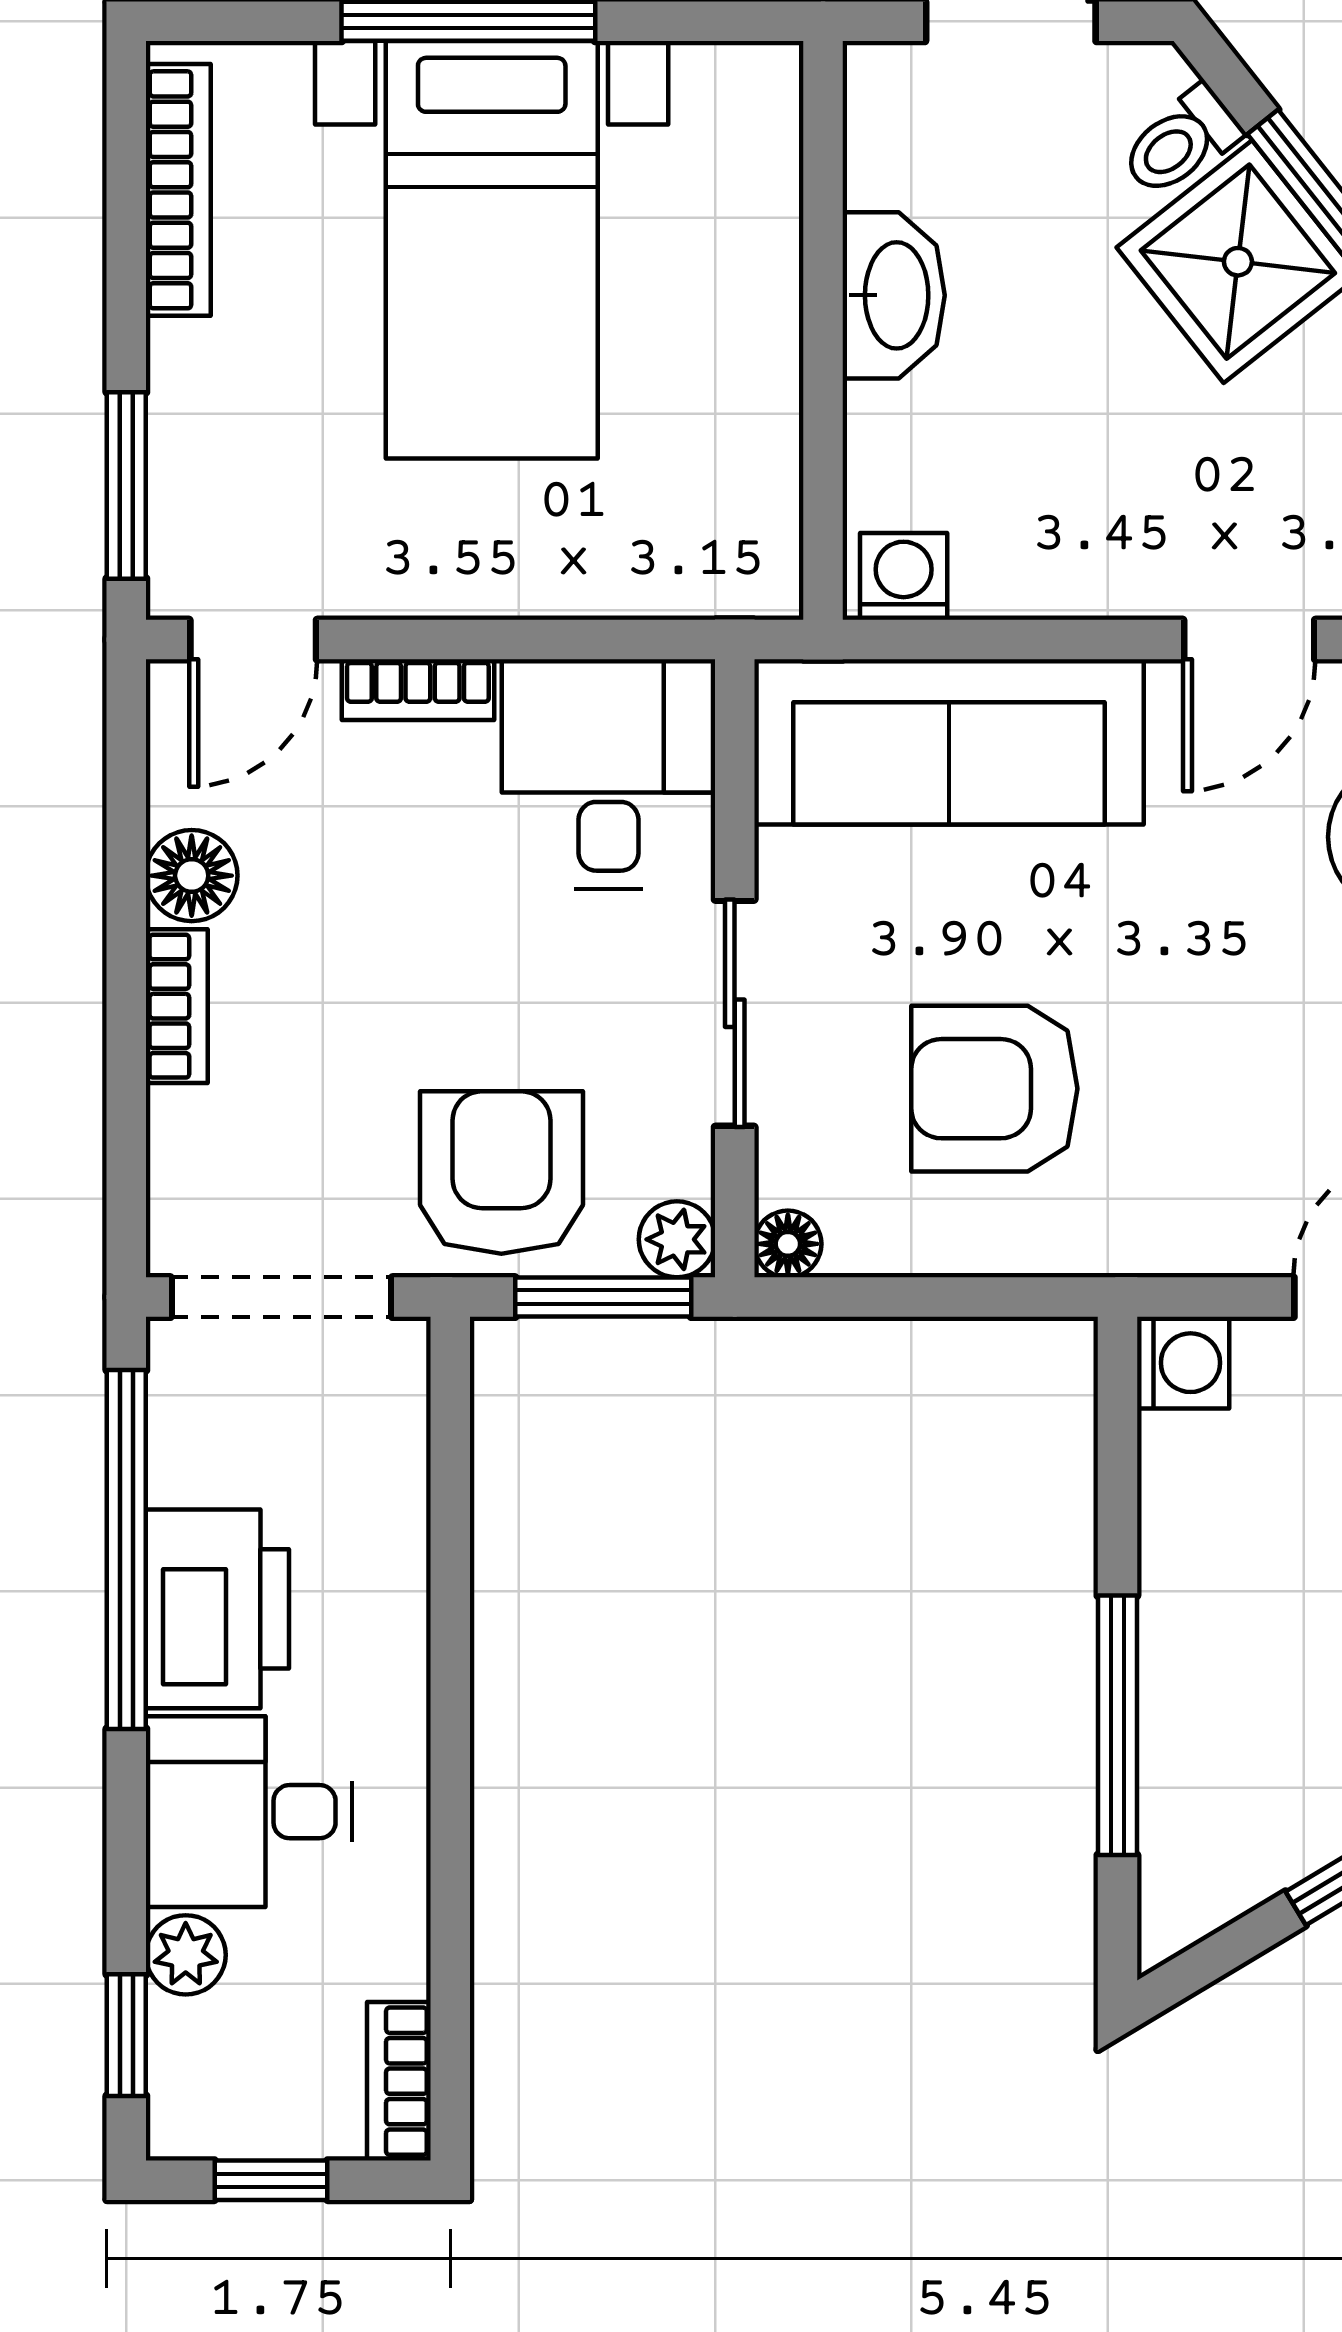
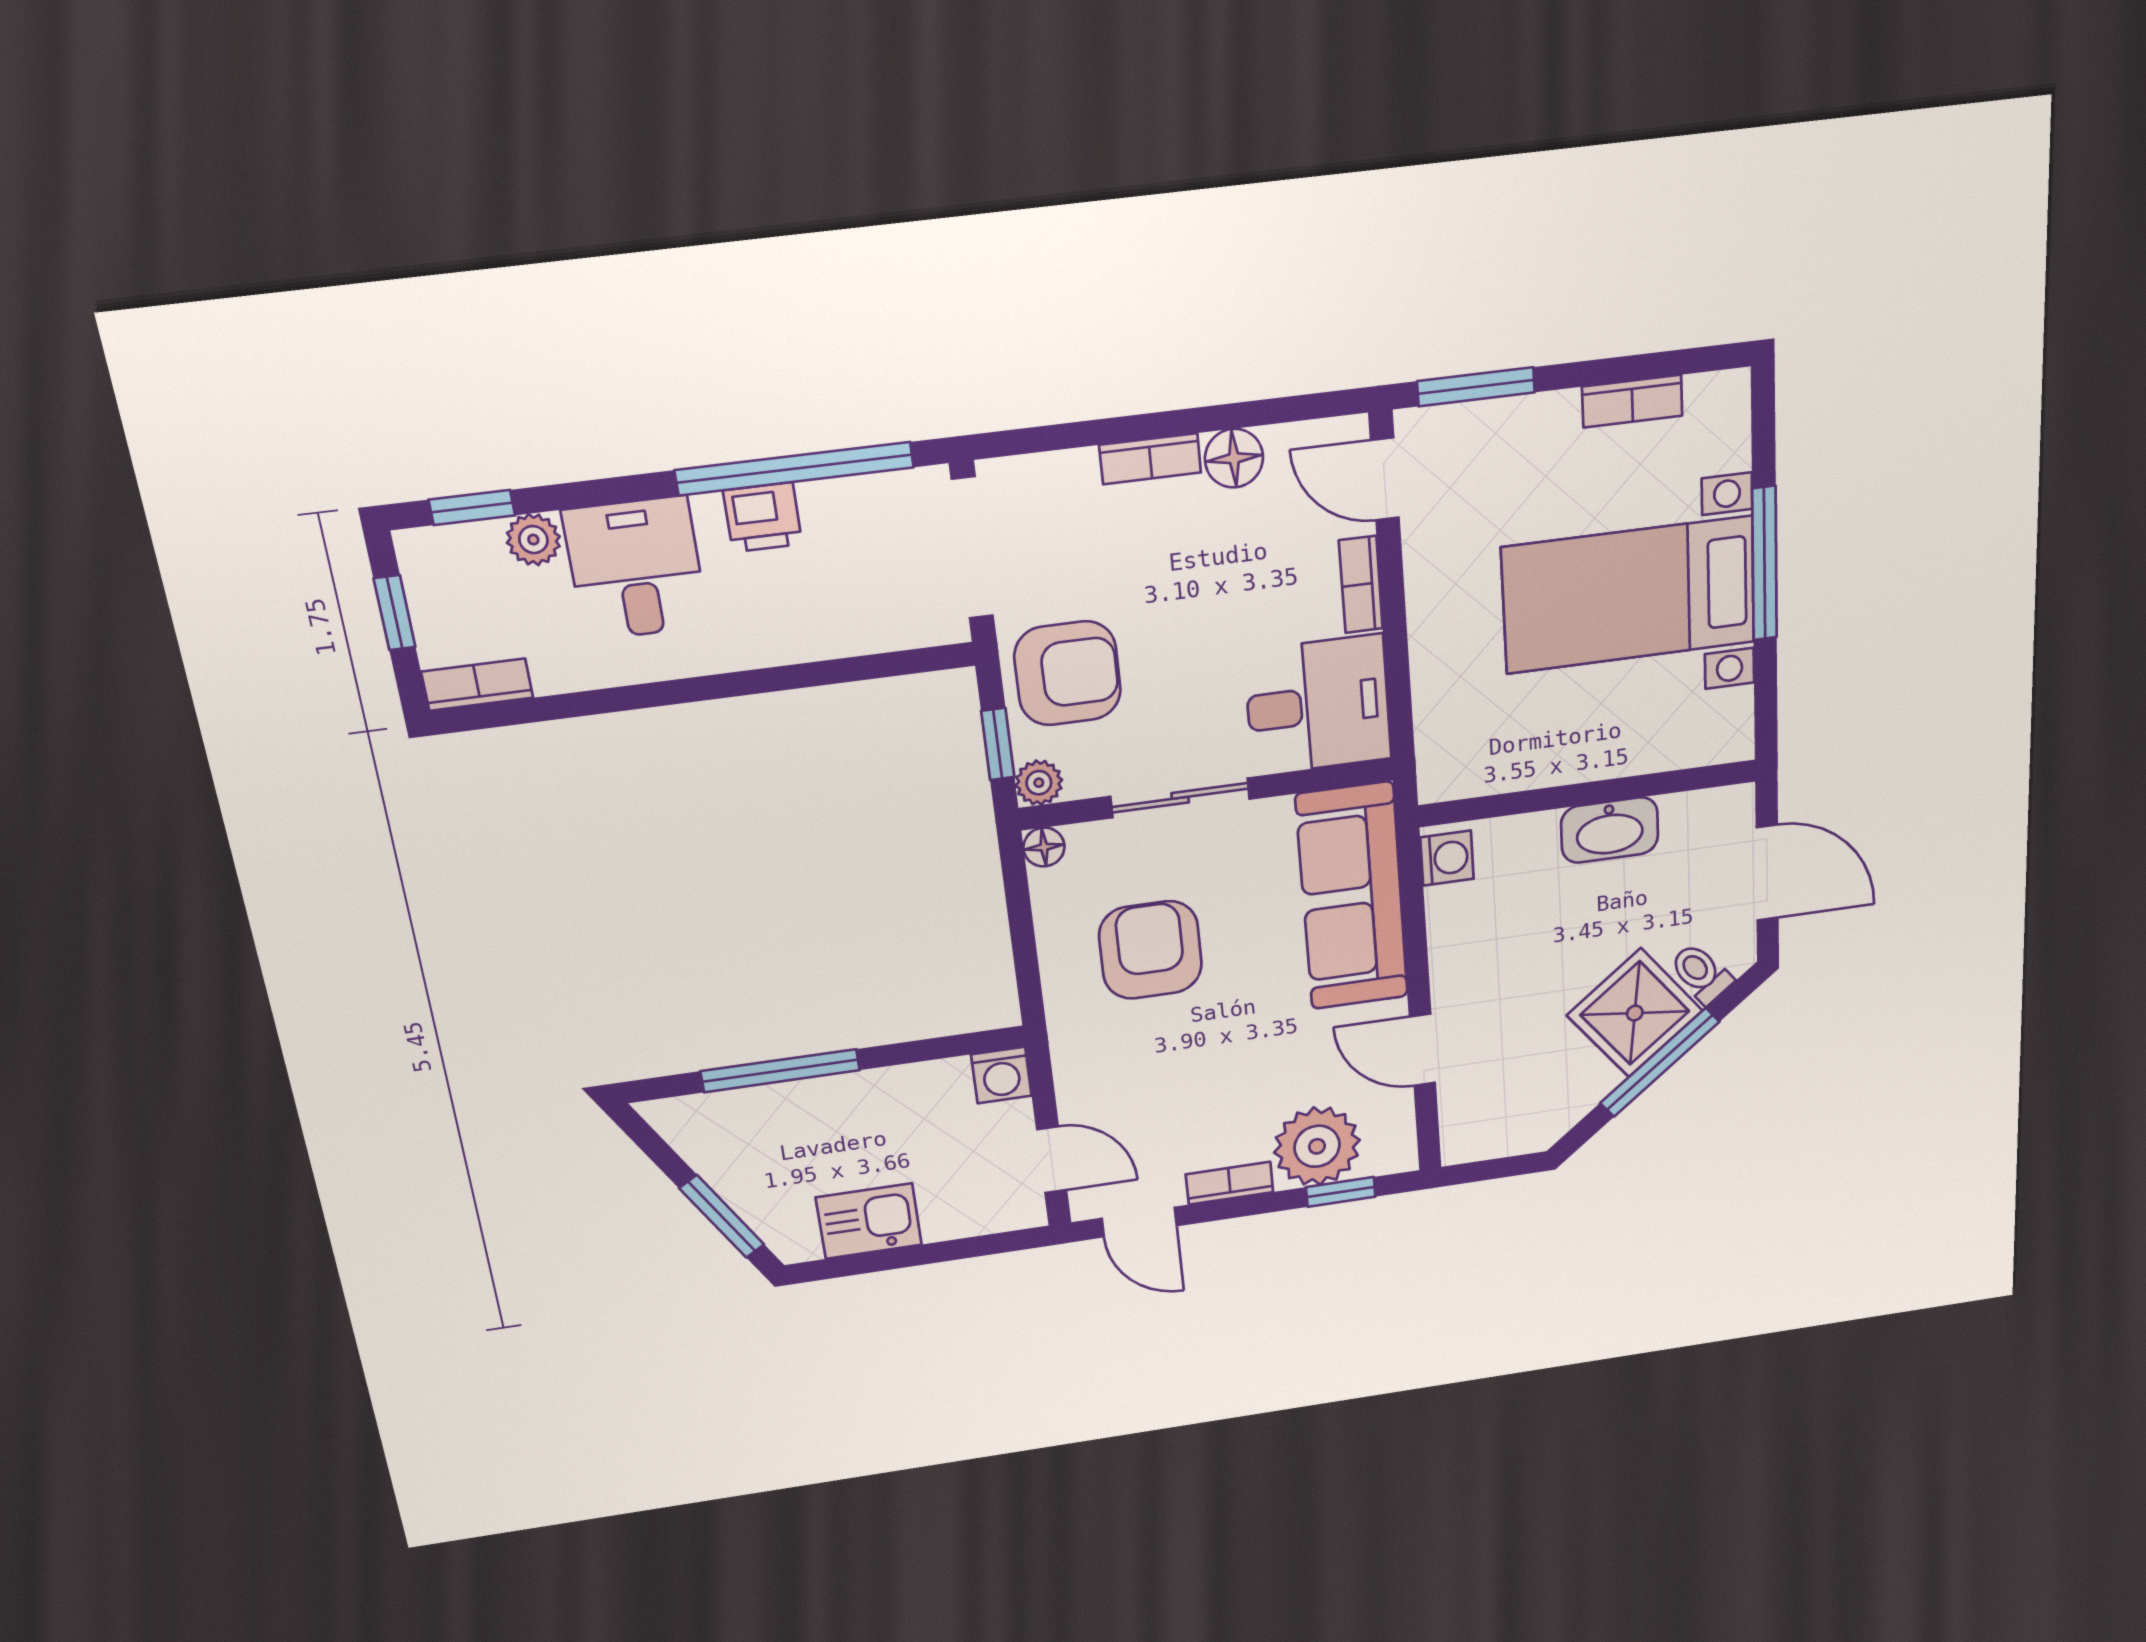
bookcase: (178, 190) -> (1632, 401), width x0.64
window: (603, 1297) -> (998, 744), width x0.67
printer: (217, 1609) -> (763, 517), width x0.53, depth x0.68

